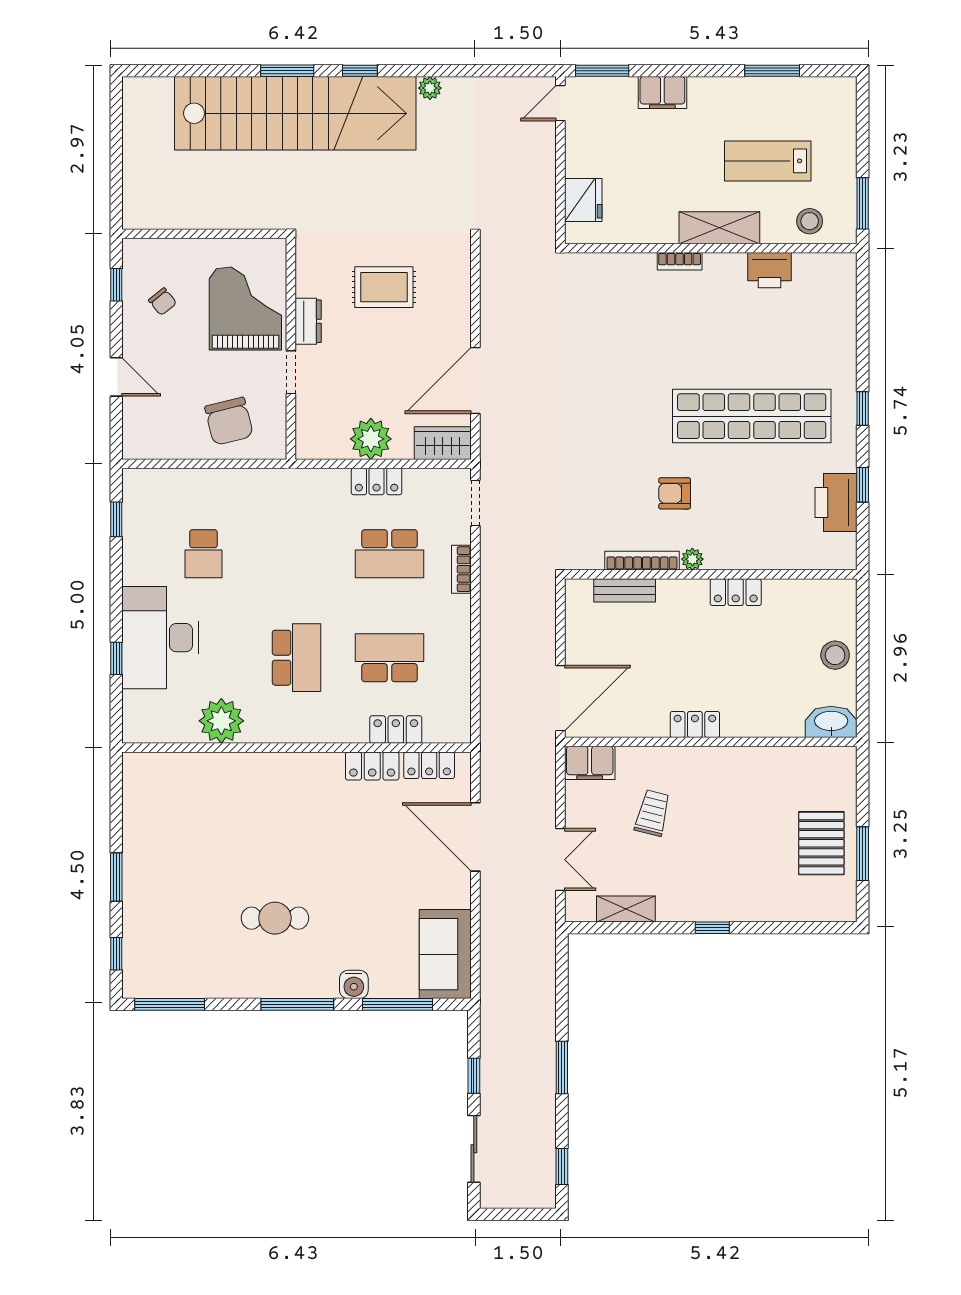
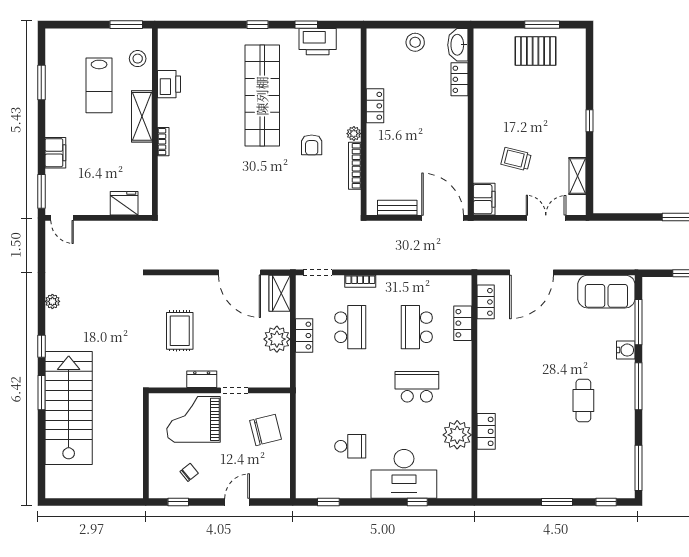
stairs: (295, 113) -> (69, 408), width x0.73
bench: (625, 590) -> (397, 208), moved, turned 90
locker: (695, 724) -> (460, 79), moved
locker: (372, 766) -> (486, 431), moved

